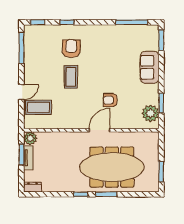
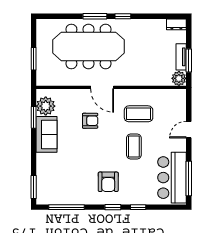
window: (38, 22) -> (113, 207), moved
bar counter: (36, 49) -> (172, 178), added
armchair: (71, 49) -> (108, 182), moved
sofa: (150, 67) -> (47, 134), moved
coffee table: (39, 107) -> (139, 114), moved
door: (99, 130) -> (102, 87), hinge flipped
window: (161, 172) -> (34, 59), moved

